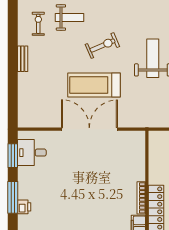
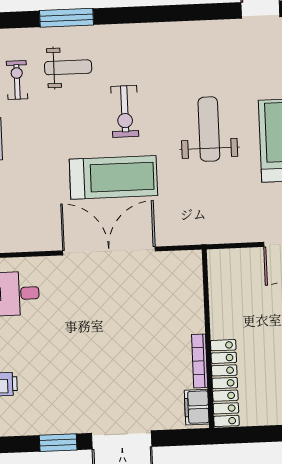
exercise bike: (102, 45) -> (125, 111), turned 113
treadmill: (94, 85) -> (113, 177), turned 180

